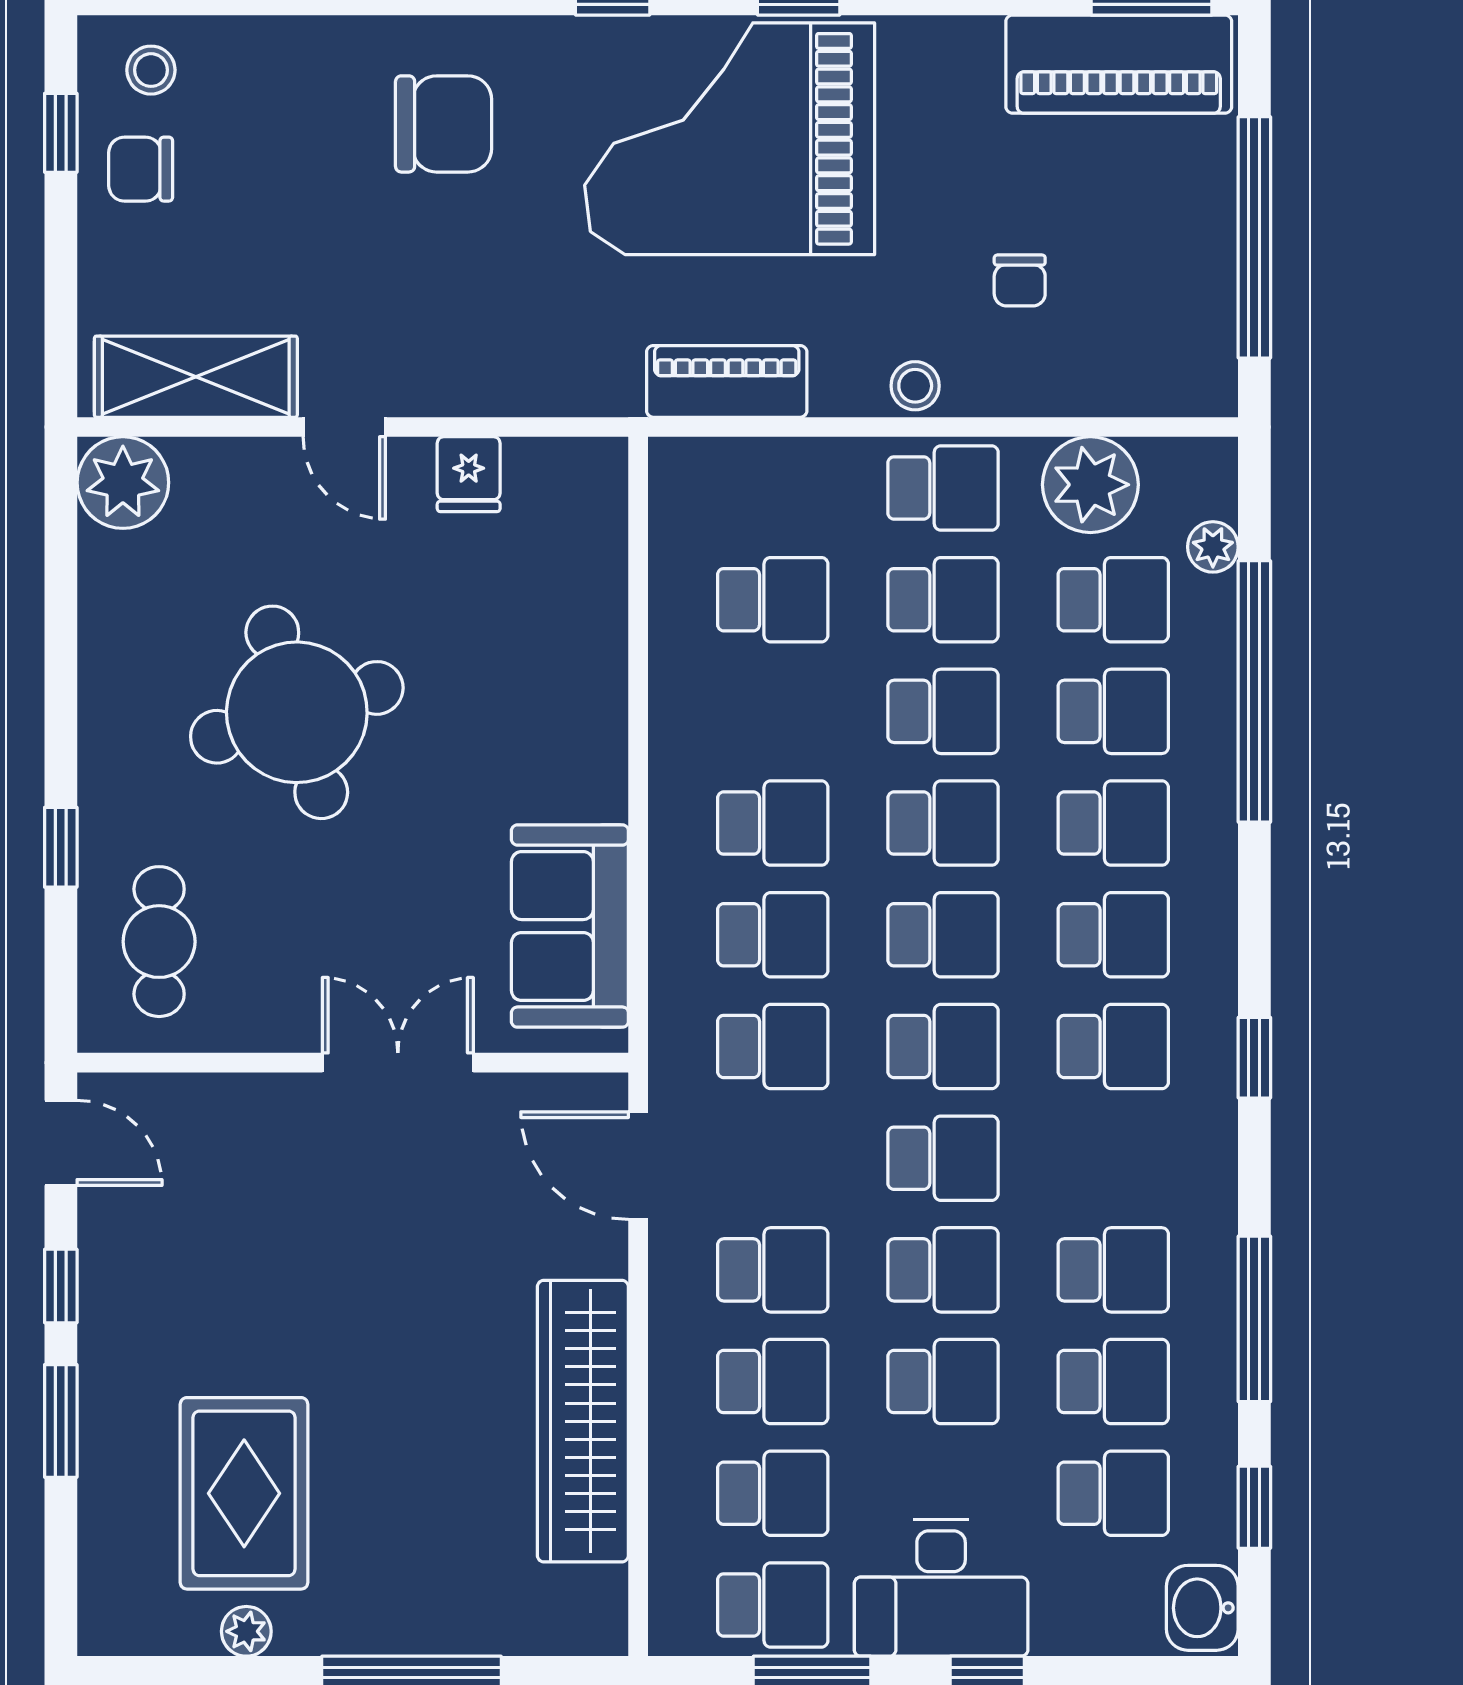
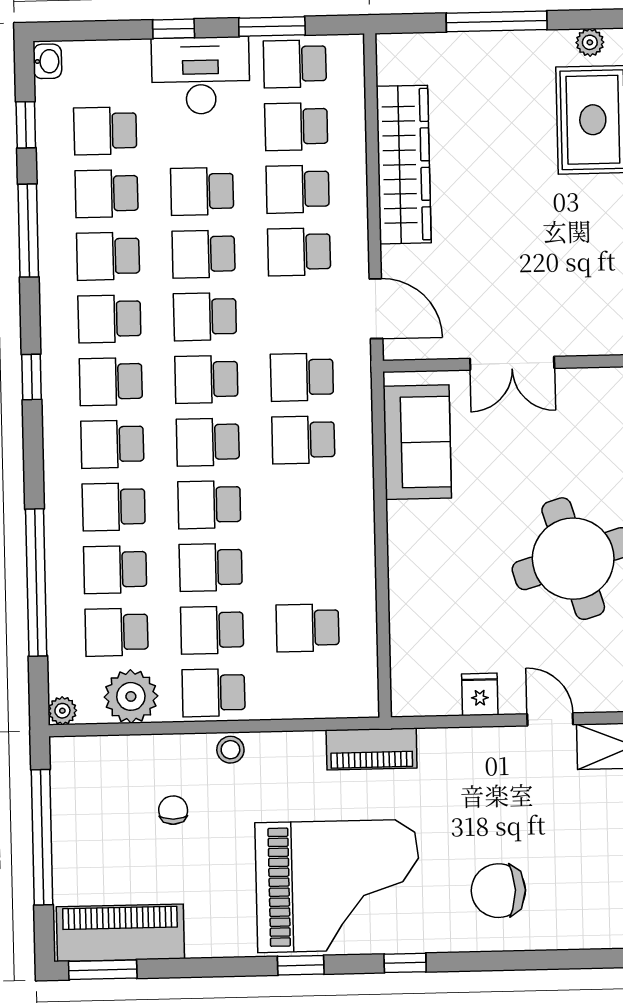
piano: (727, 381) -> (372, 749), moved
plant: (1213, 547) -> (62, 711), moved
school desk: (773, 823) -> (109, 319), moved
washbasin: (1202, 1608) -> (47, 61), width x0.72, depth x0.69

